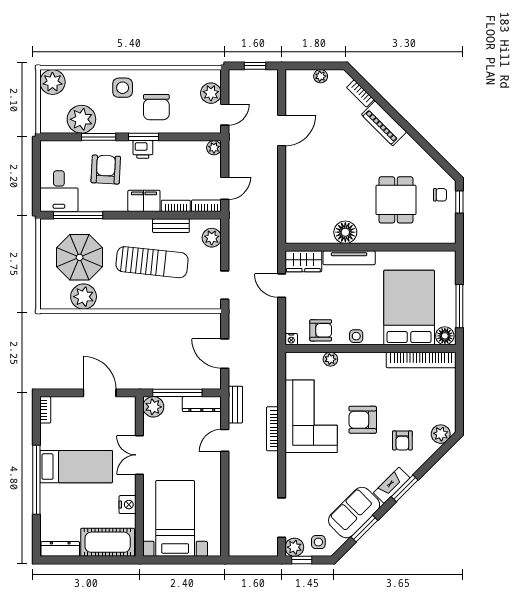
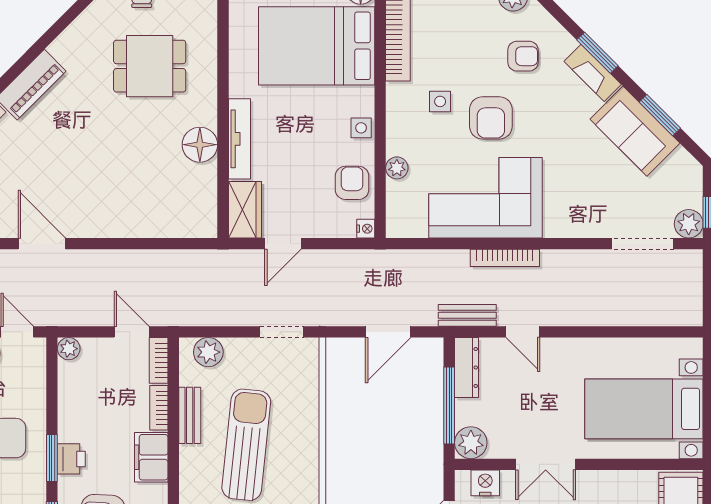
nightstand: (128, 505) -> (485, 483), moved
side table: (318, 542) -> (440, 101), moved

